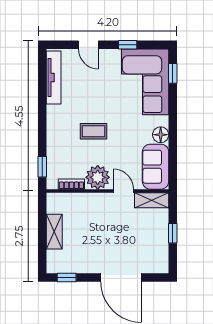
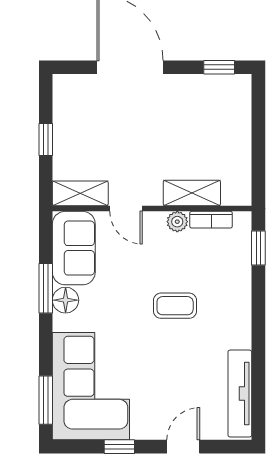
door: (88, 45) -> (183, 447), hinge flipped
window: (173, 73) -> (46, 400), width x1.50
window: (173, 142) -> (46, 288), added
plant: (98, 177) -> (177, 222), width x0.53, depth x0.53
shelving: (54, 232) -> (192, 193), moved, turned 90

